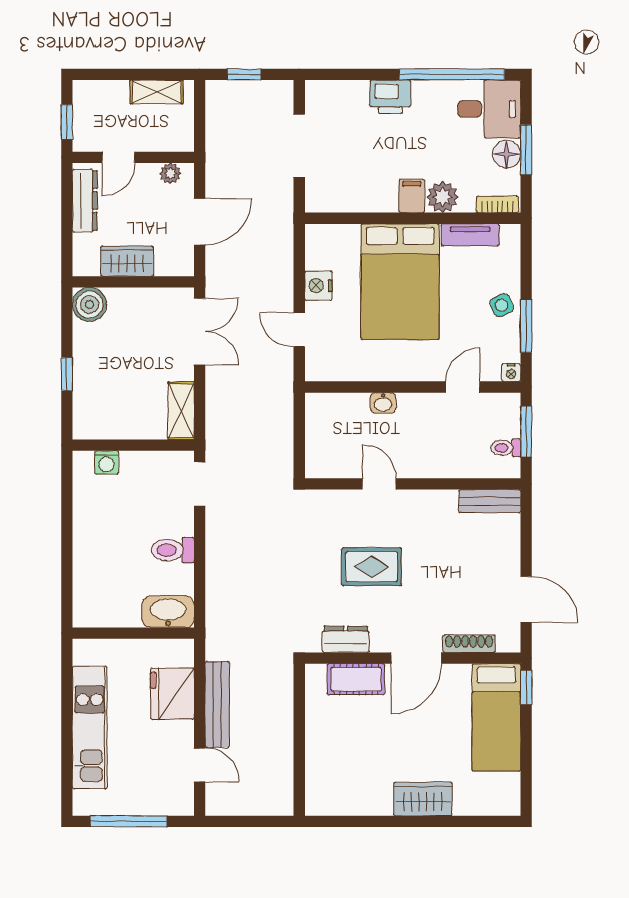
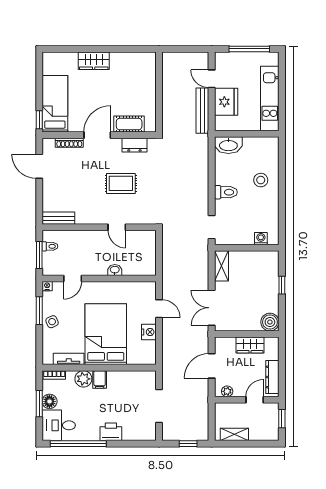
stool: (107, 573) -> (261, 180), added
washbasin: (168, 612) -> (228, 145), moved
wall: (133, 633) -> (247, 134), moved
fridge: (172, 694) -> (226, 102), moved

